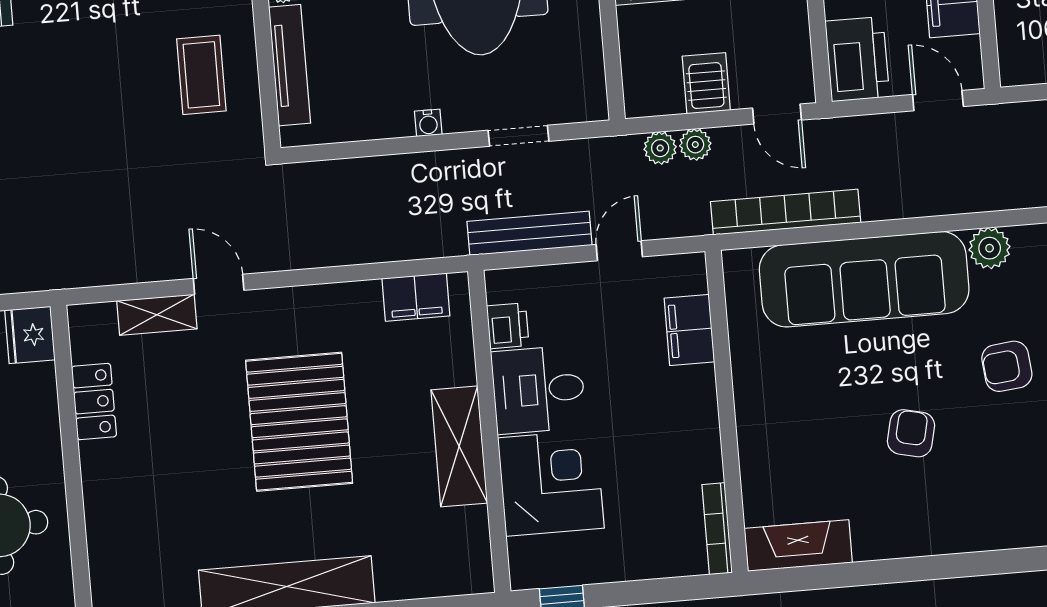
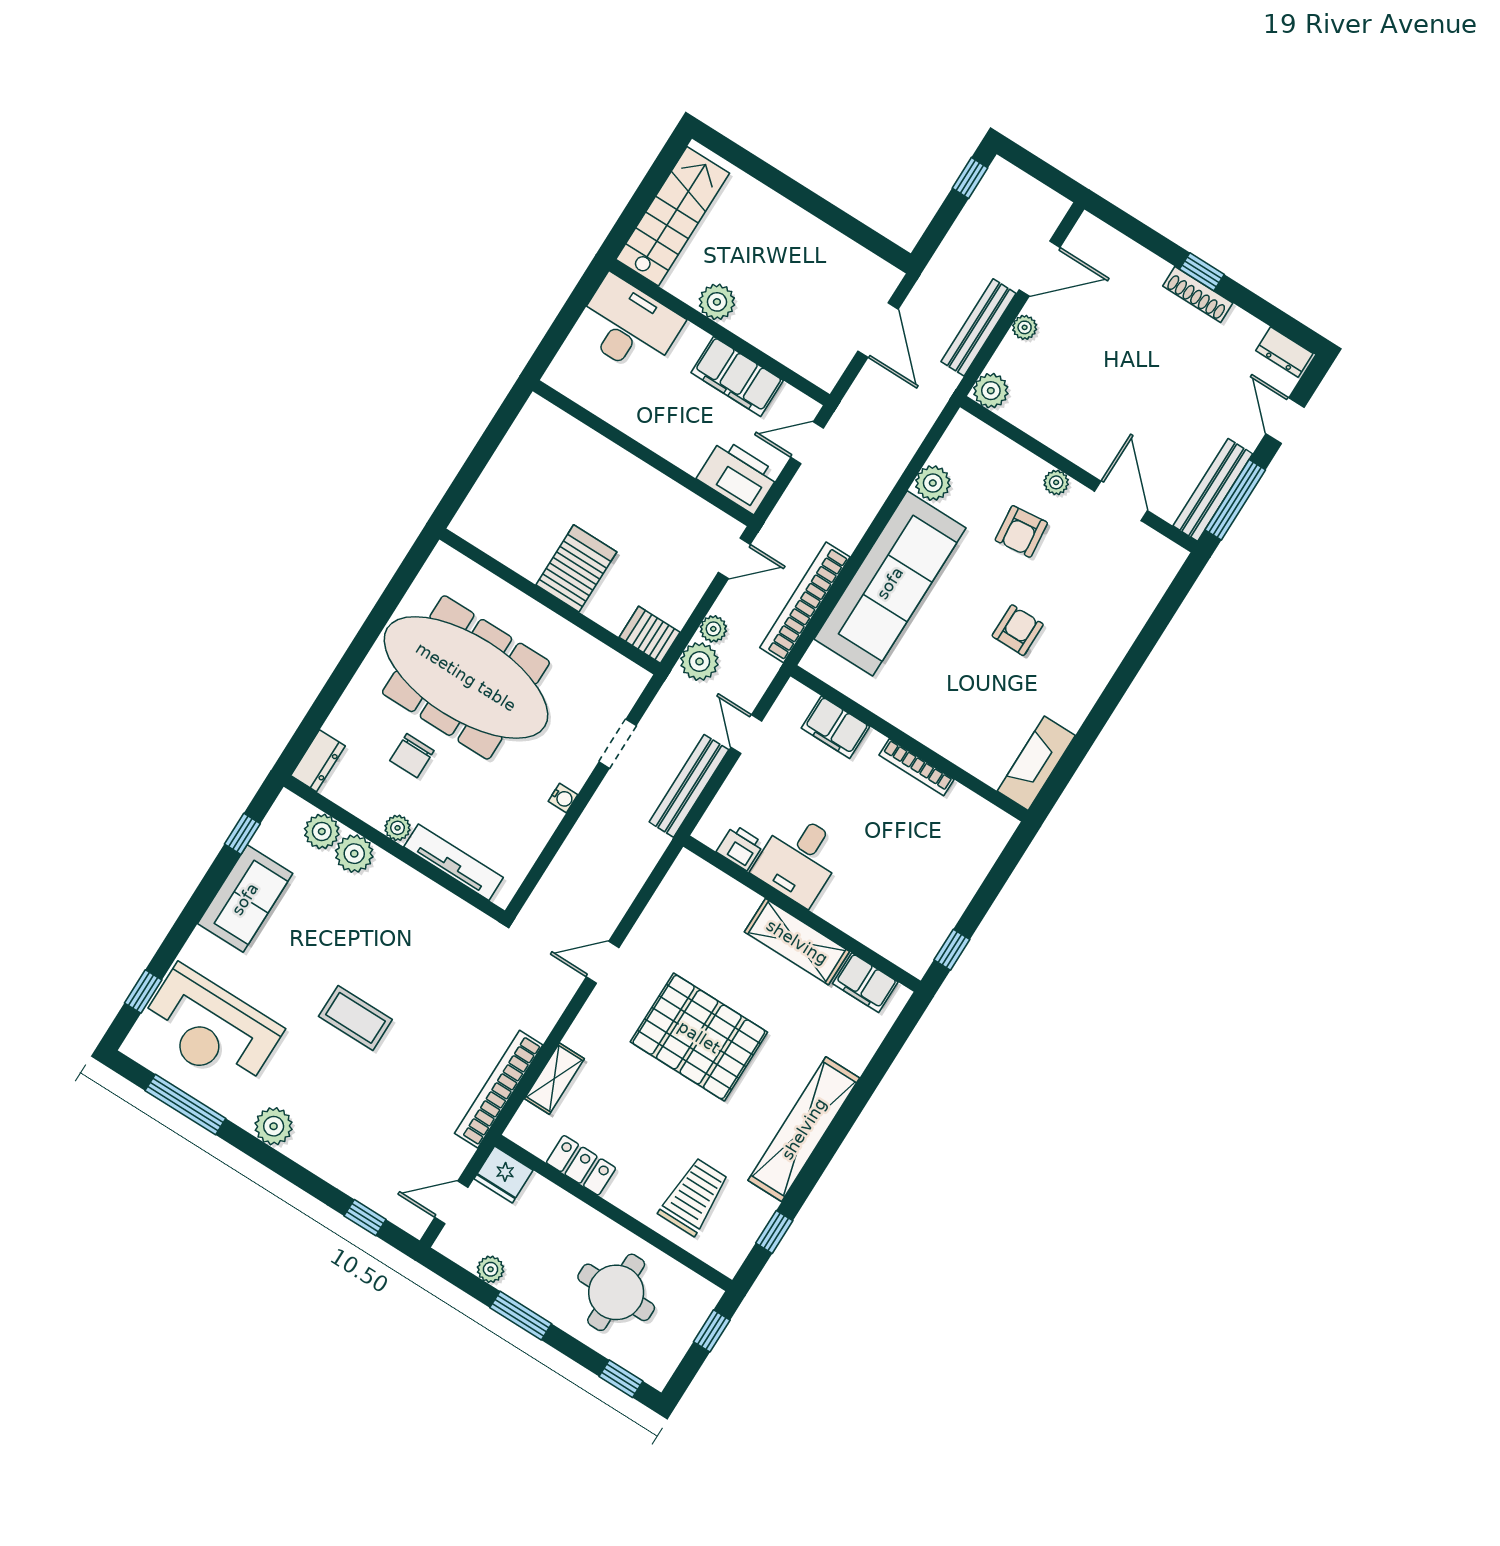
coffee table: (201, 75) -> (355, 1018), moved
server rack: (706, 83) -> (650, 635), moved
plant: (660, 148) -> (699, 662), width x1.38, depth x1.38
bookcase: (107, 270) -> (499, 1089), added
door: (219, 284) -> (603, 962), moved
filing cabinet: (416, 297) -> (865, 983), moved, turned 90
armchair: (911, 433) -> (1018, 630), turned 77
corner desk: (551, 483) -> (868, 898), removed
bookcase: (717, 529) -> (917, 767), moved
trolley: (145, 531) -> (694, 1197), added

